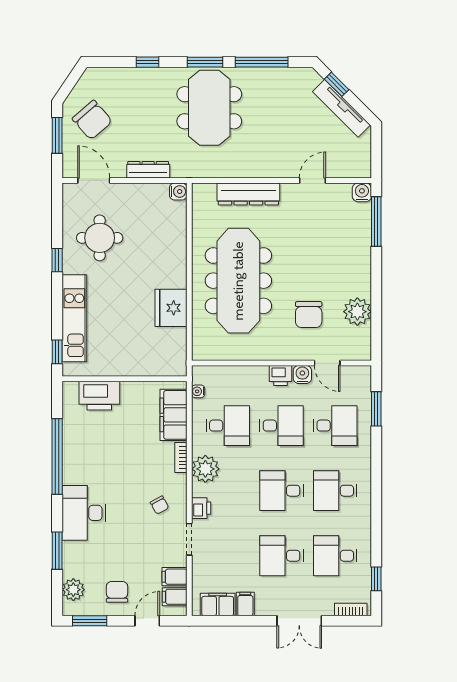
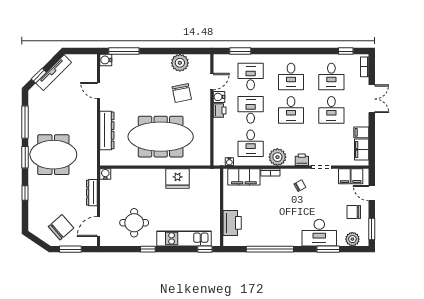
chair: (309, 315) -> (182, 93), turned 79
desk: (228, 426) -> (251, 143), turned 180
desk: (84, 513) -> (319, 233), moved

